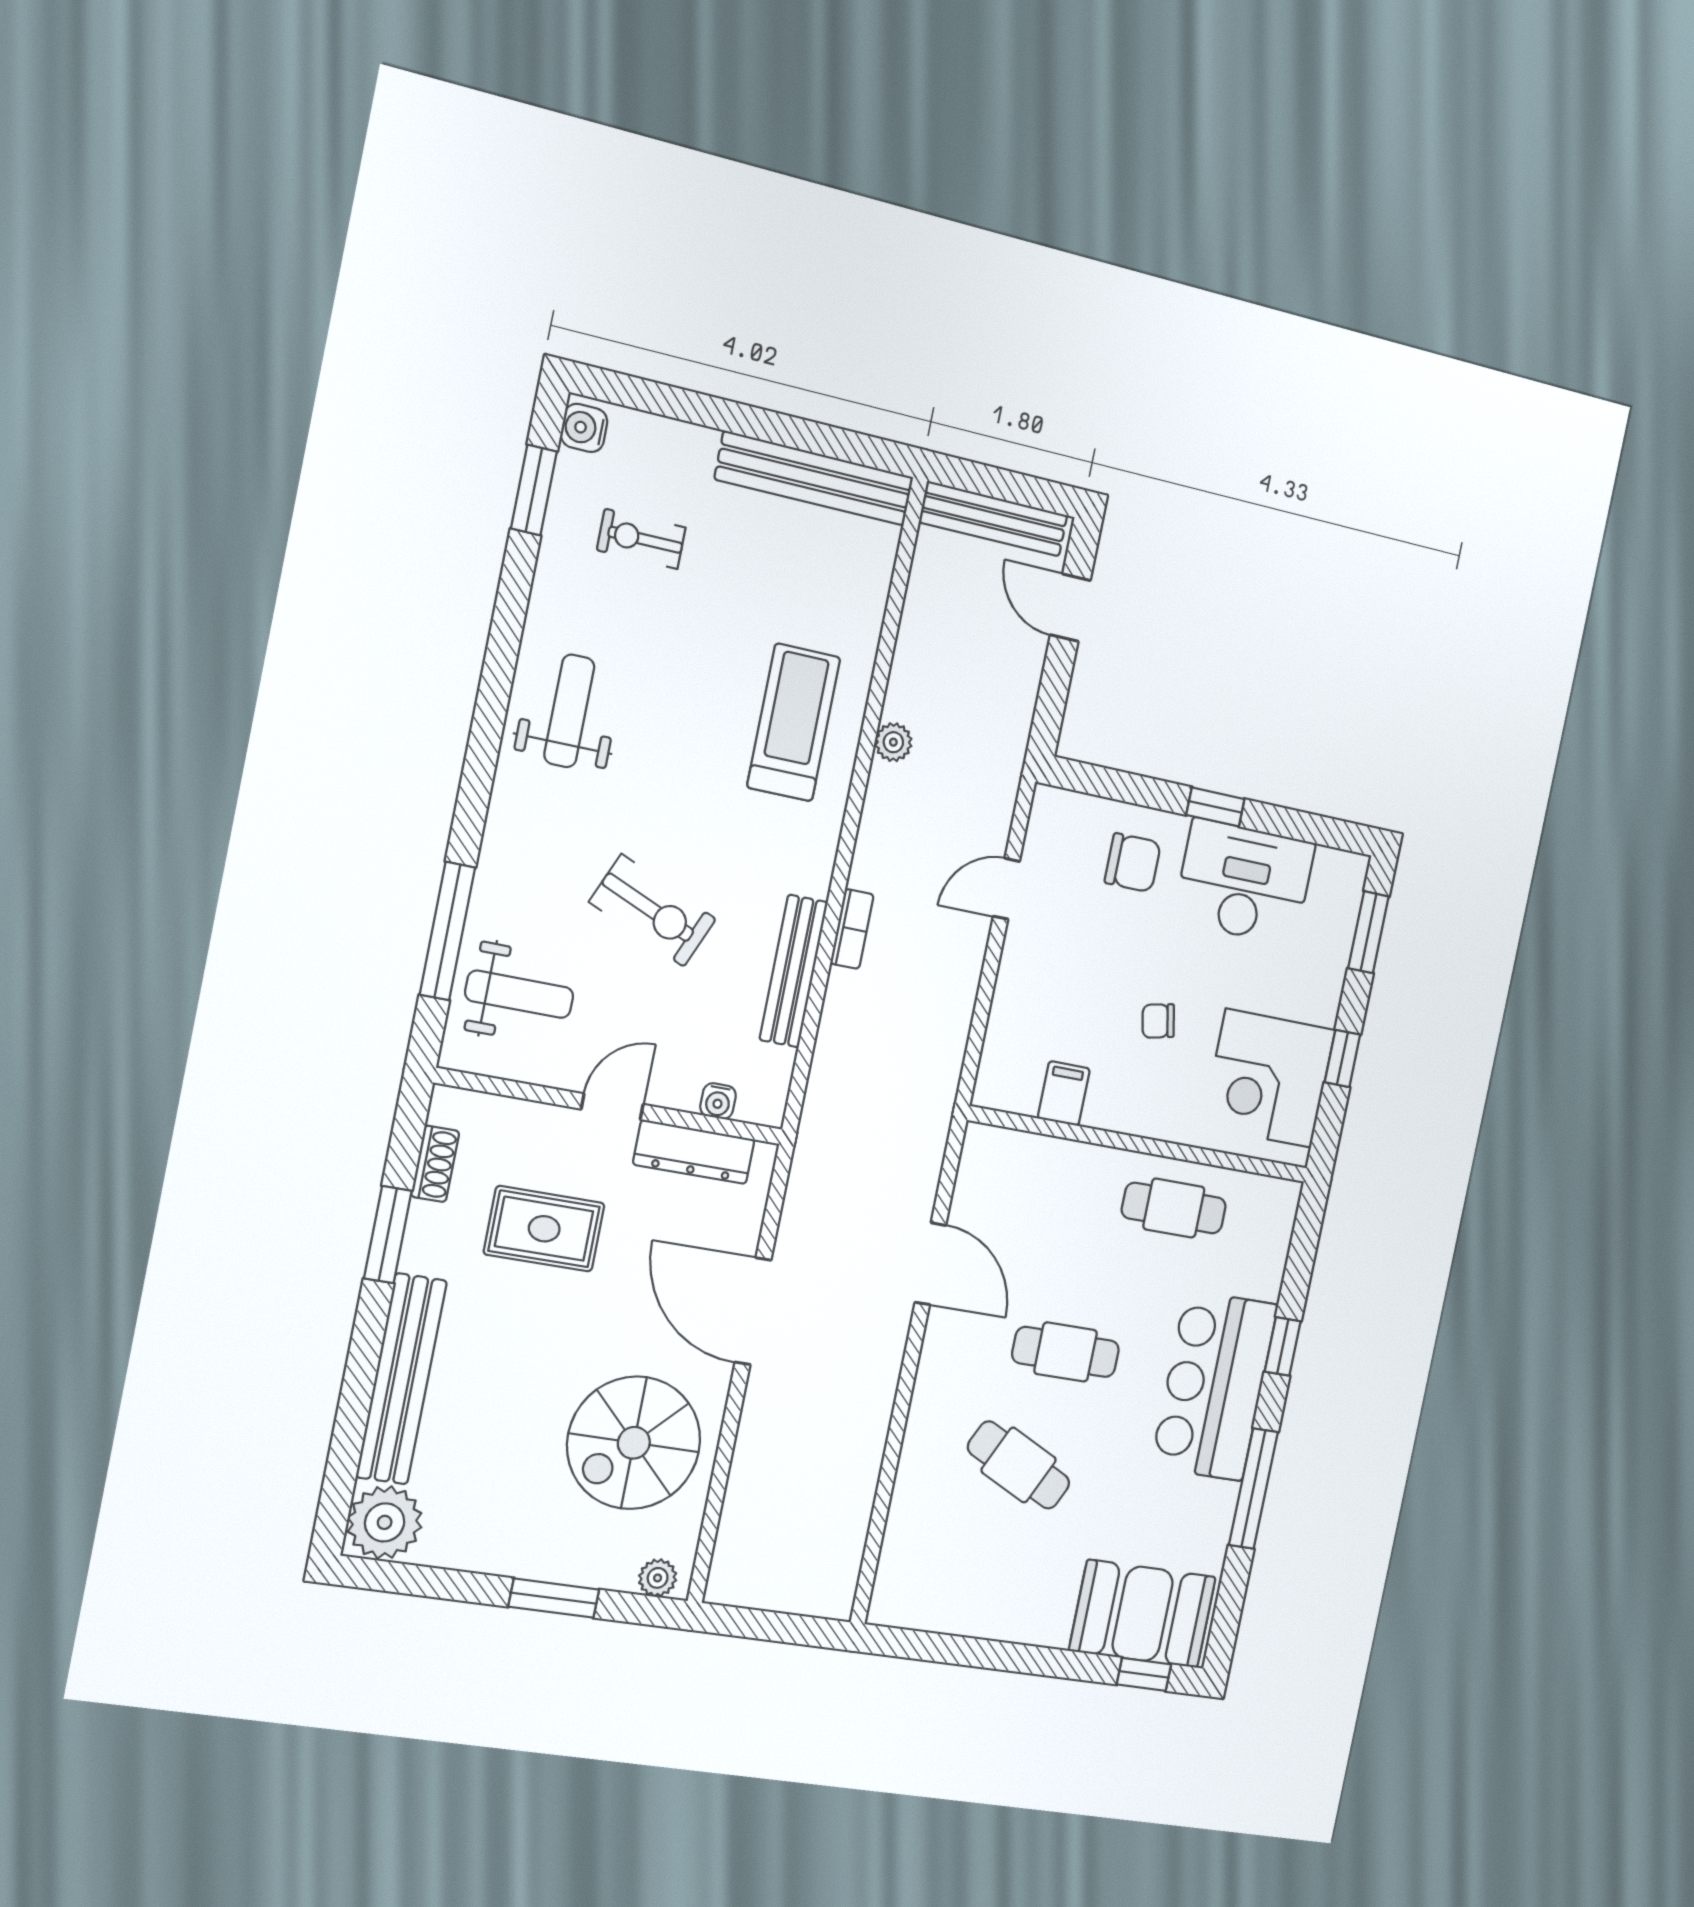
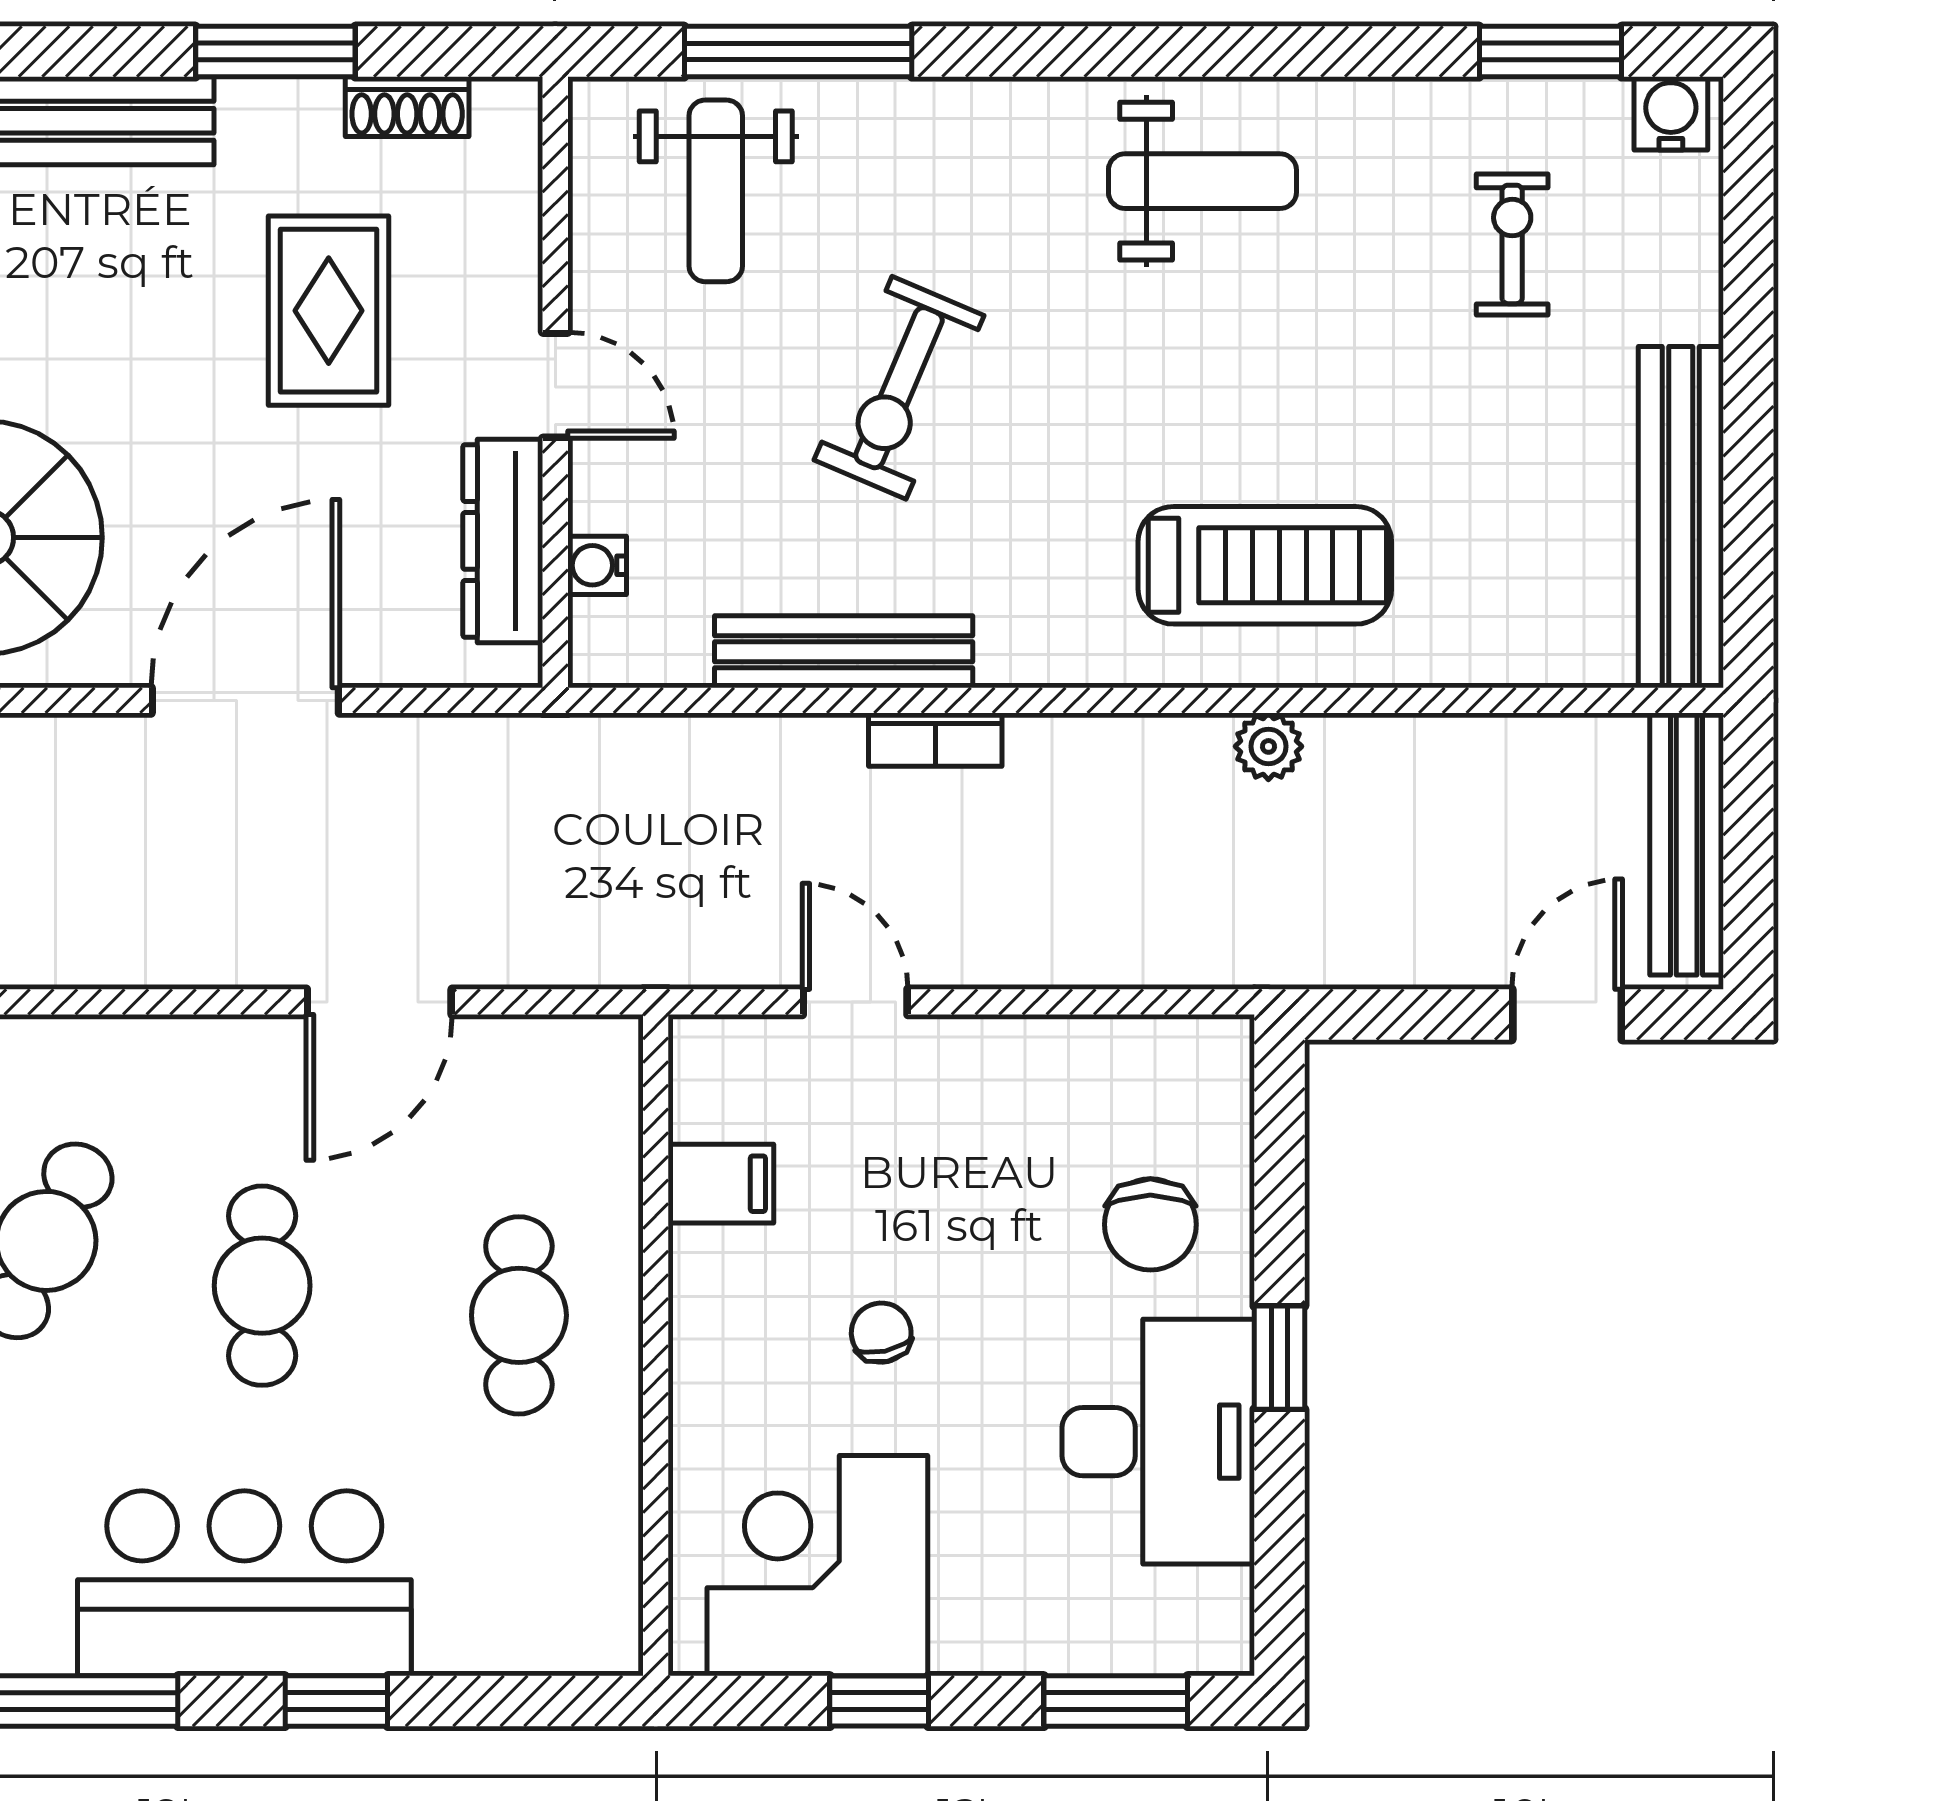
door: (1006, 889) -> (855, 1002), moved
cafe table: (1174, 1208) -> (519, 1315), moved

